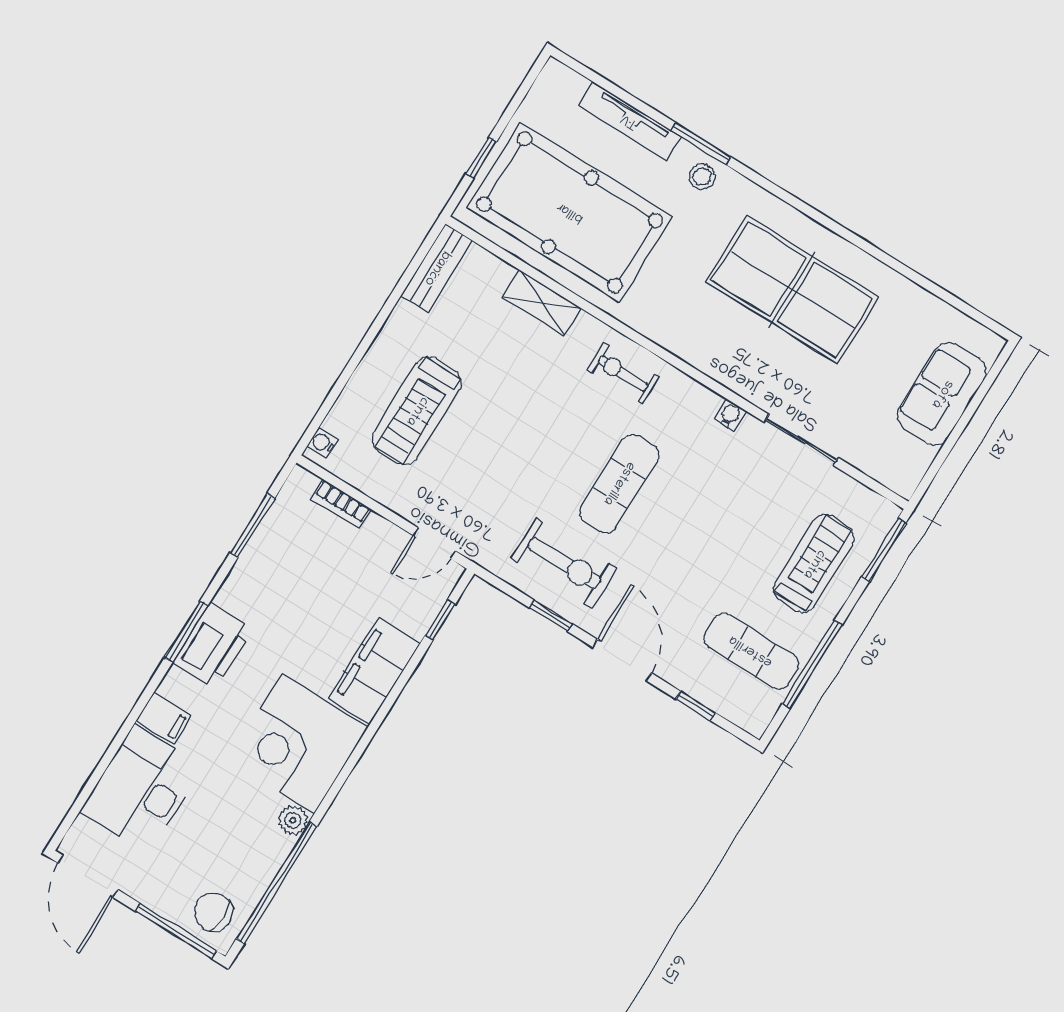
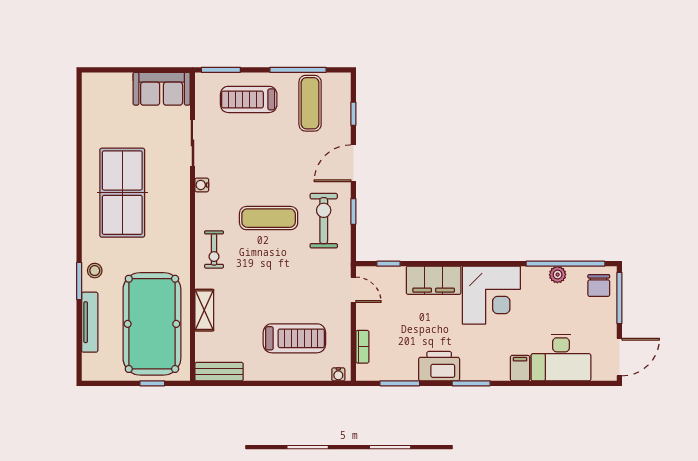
sofa: (942, 394) -> (162, 89), moved
printer: (213, 646) -> (439, 366), moved
plant: (293, 820) -> (558, 275), moved

